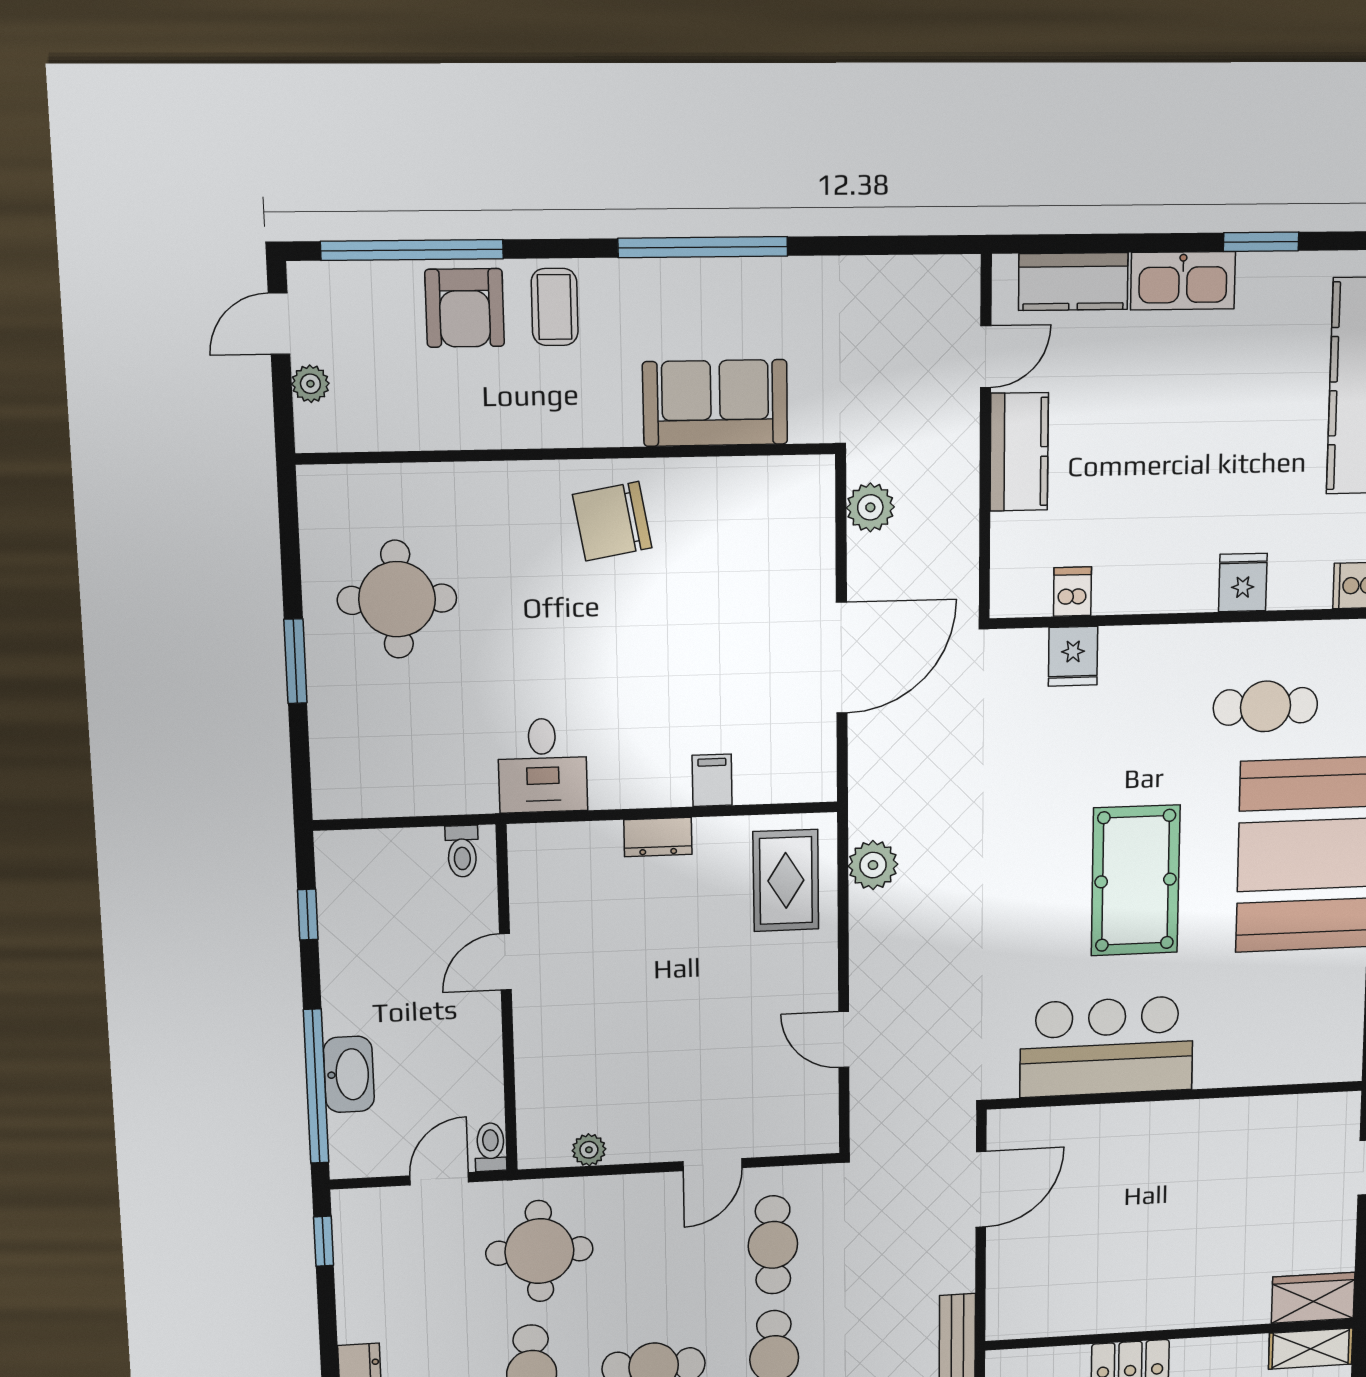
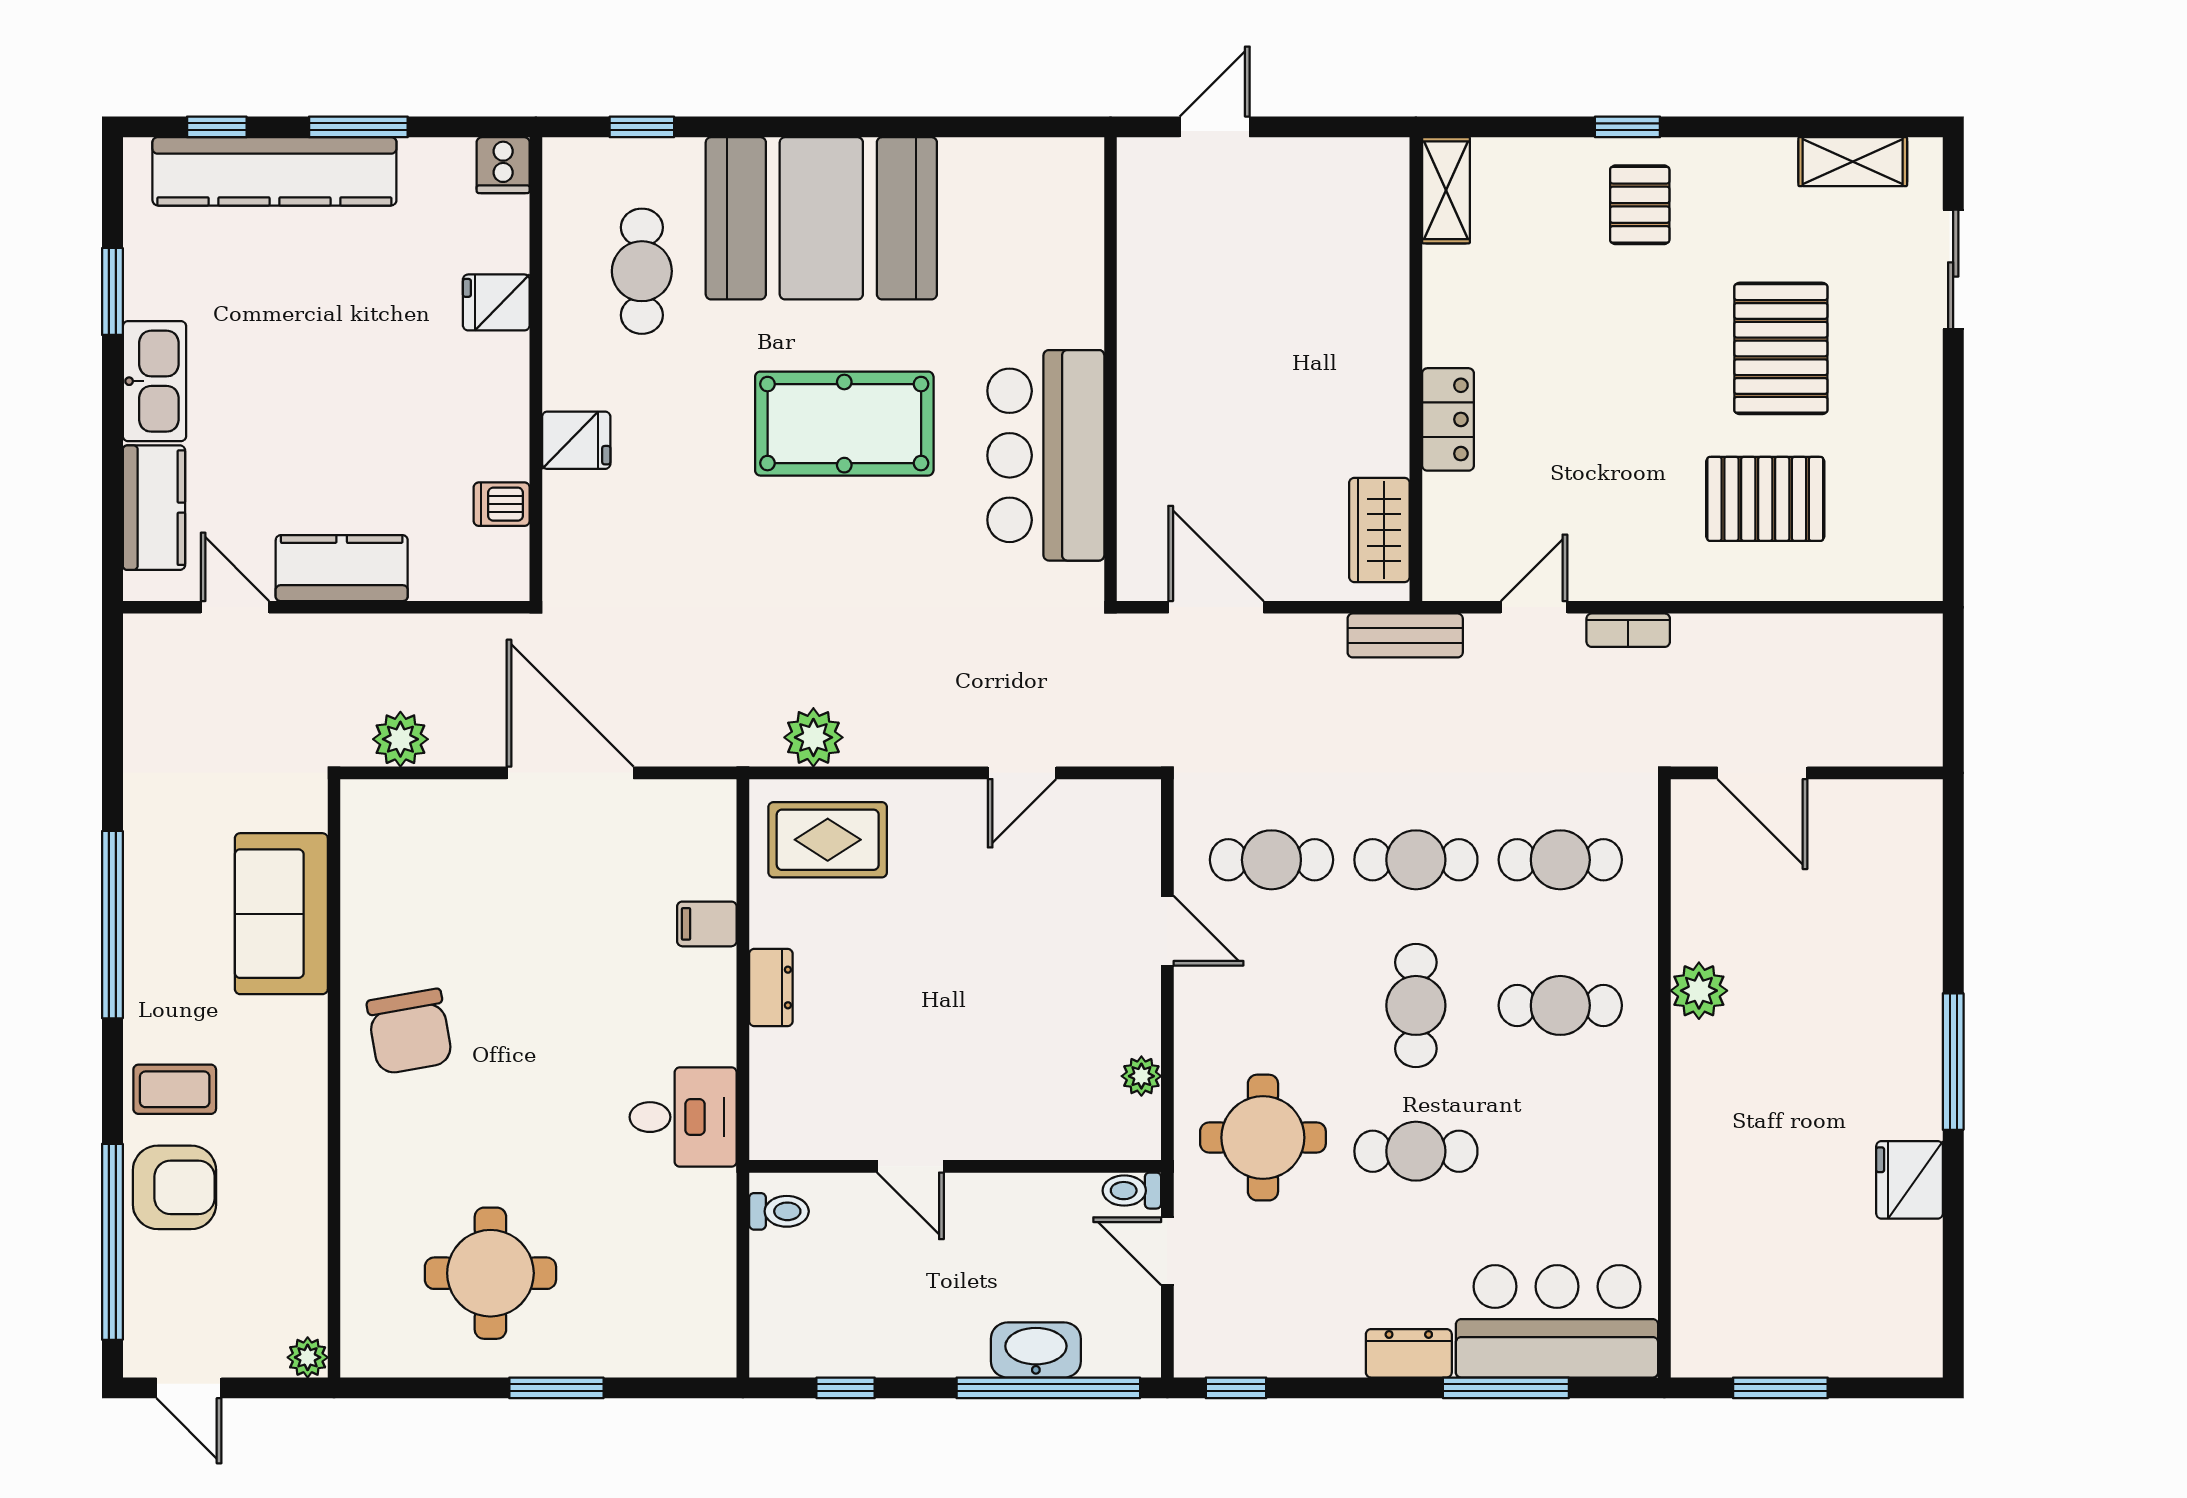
plant: (310, 384) -> (308, 1357), moved
fridge: (1073, 656) -> (576, 440), moved
wardrobe: (1313, 1298) -> (1379, 530), moved

